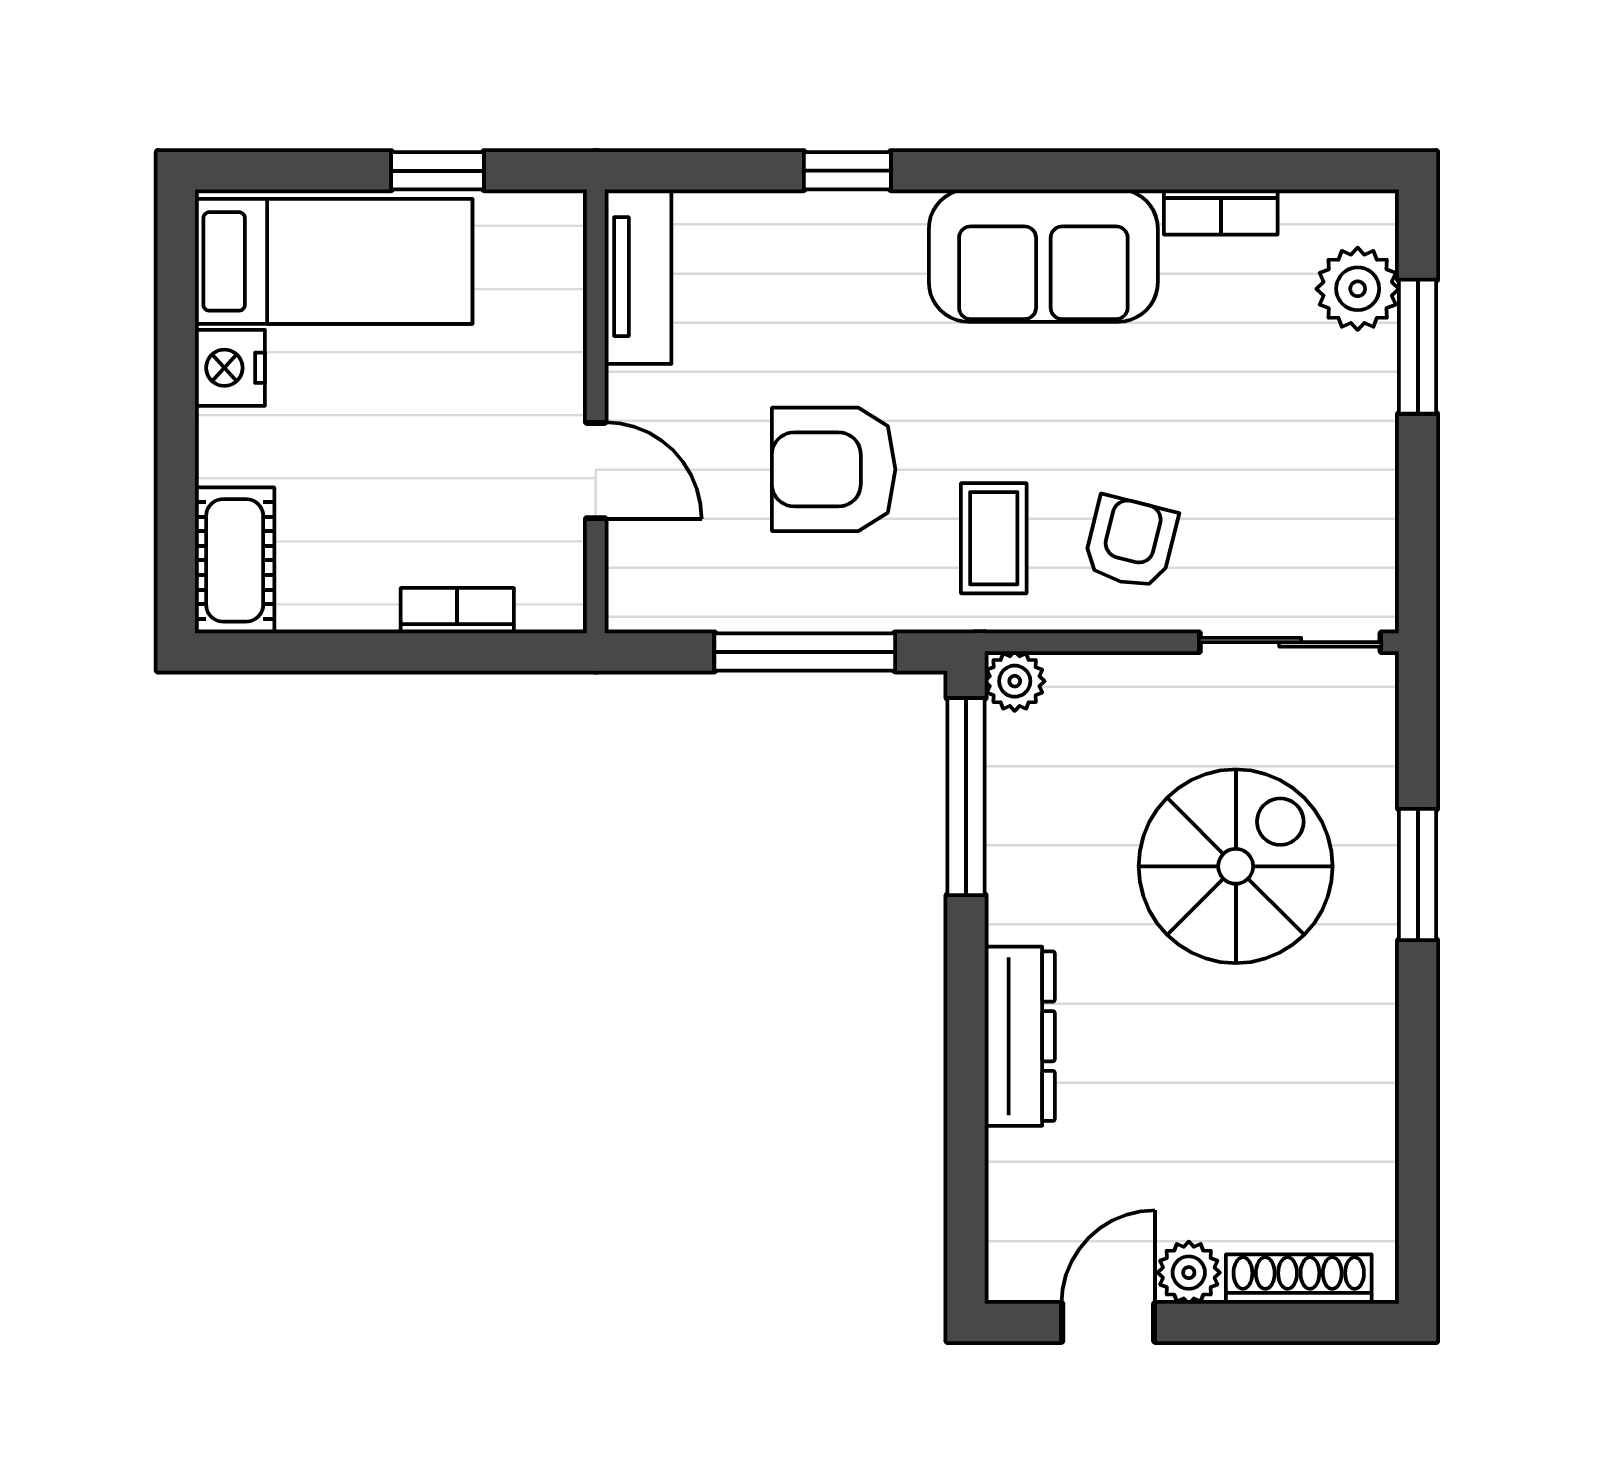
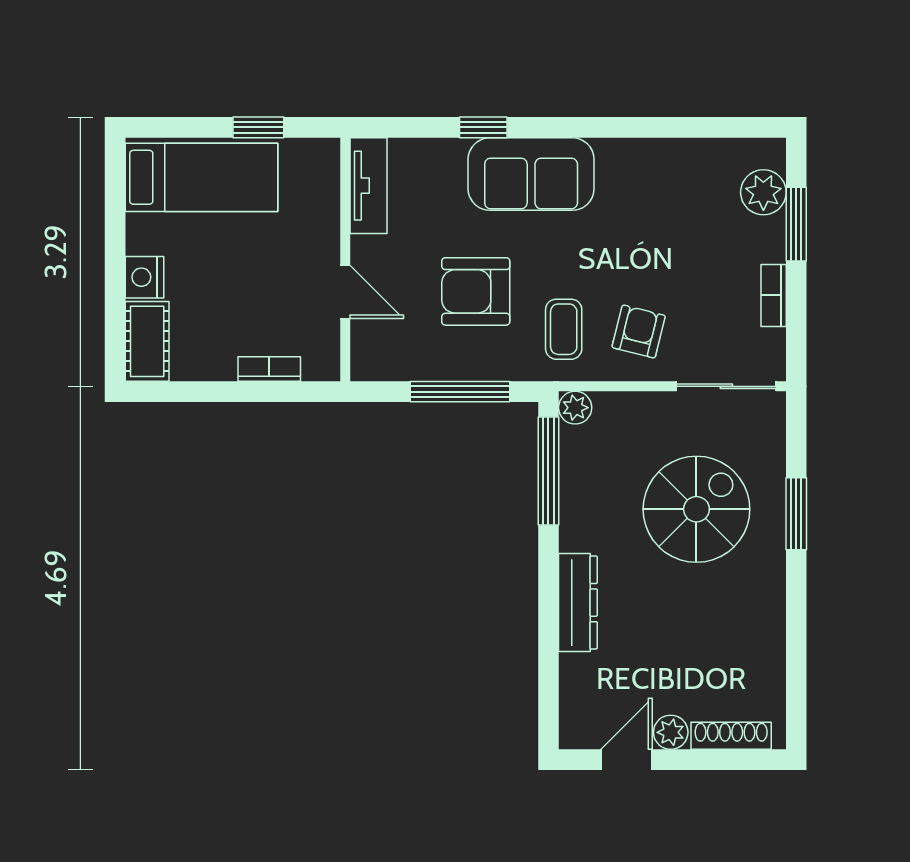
bookcase: (1221, 212) -> (774, 295), moved, turned 90
sofa: (1043, 256) -> (531, 174), moved
nightstand: (230, 368) -> (144, 277), moved

